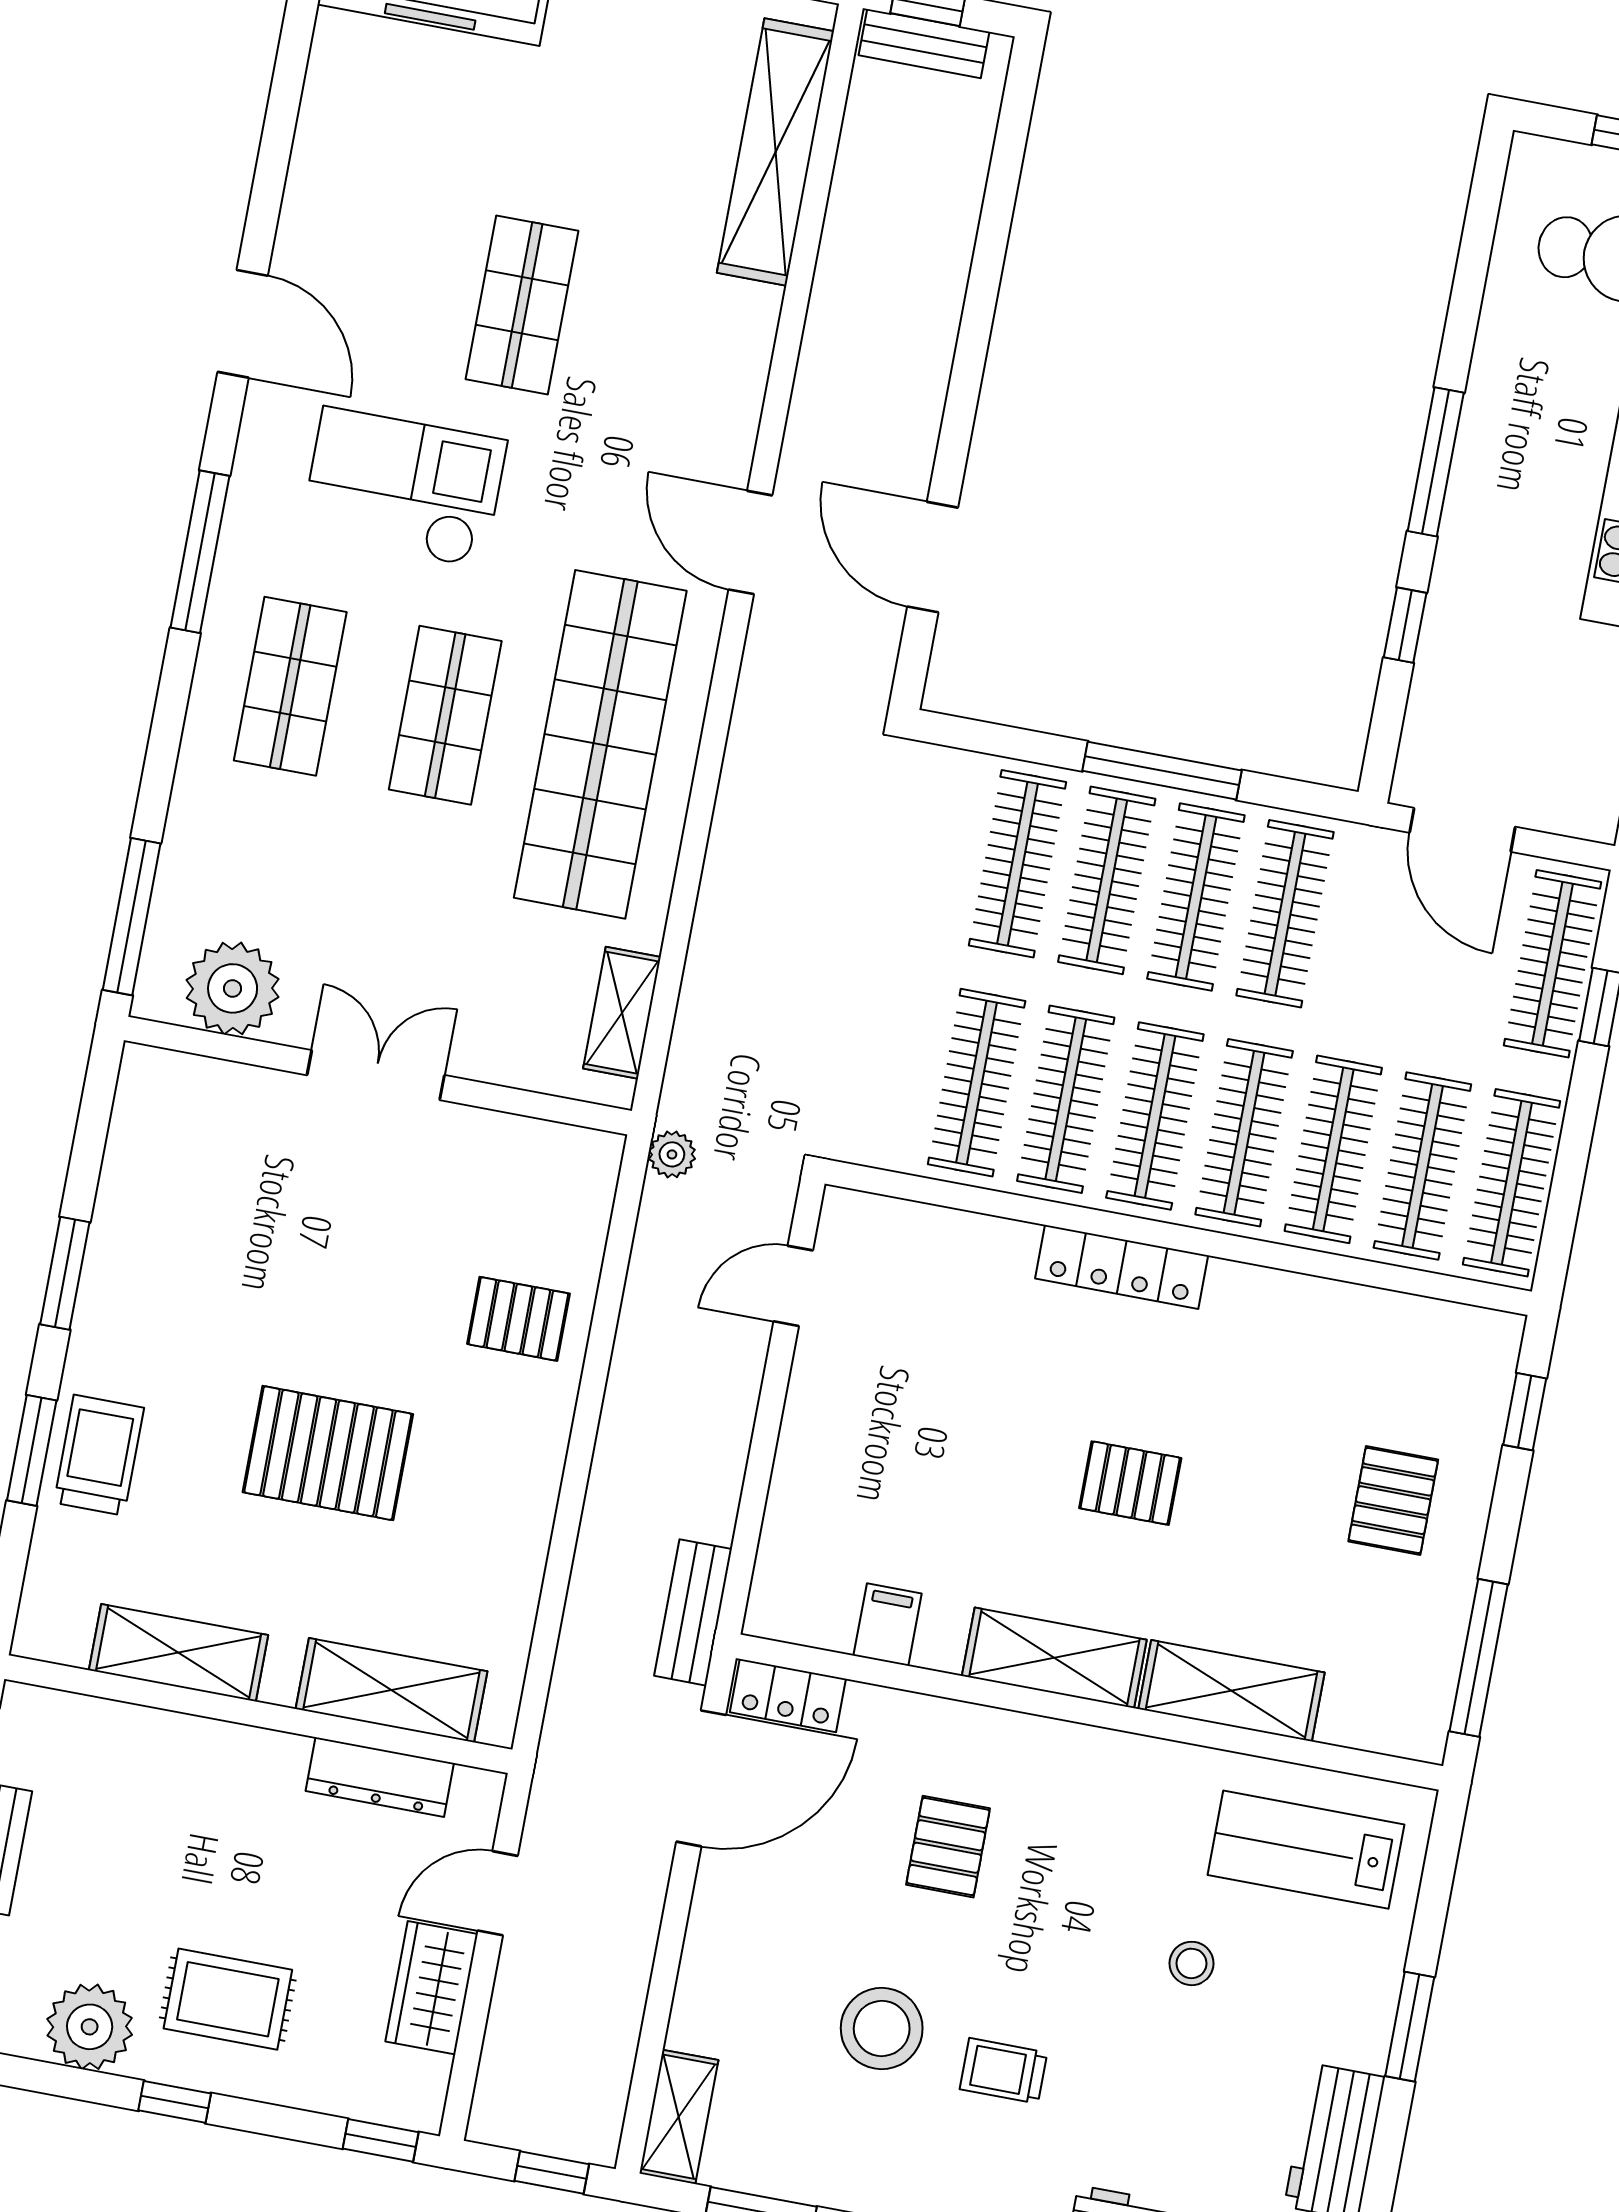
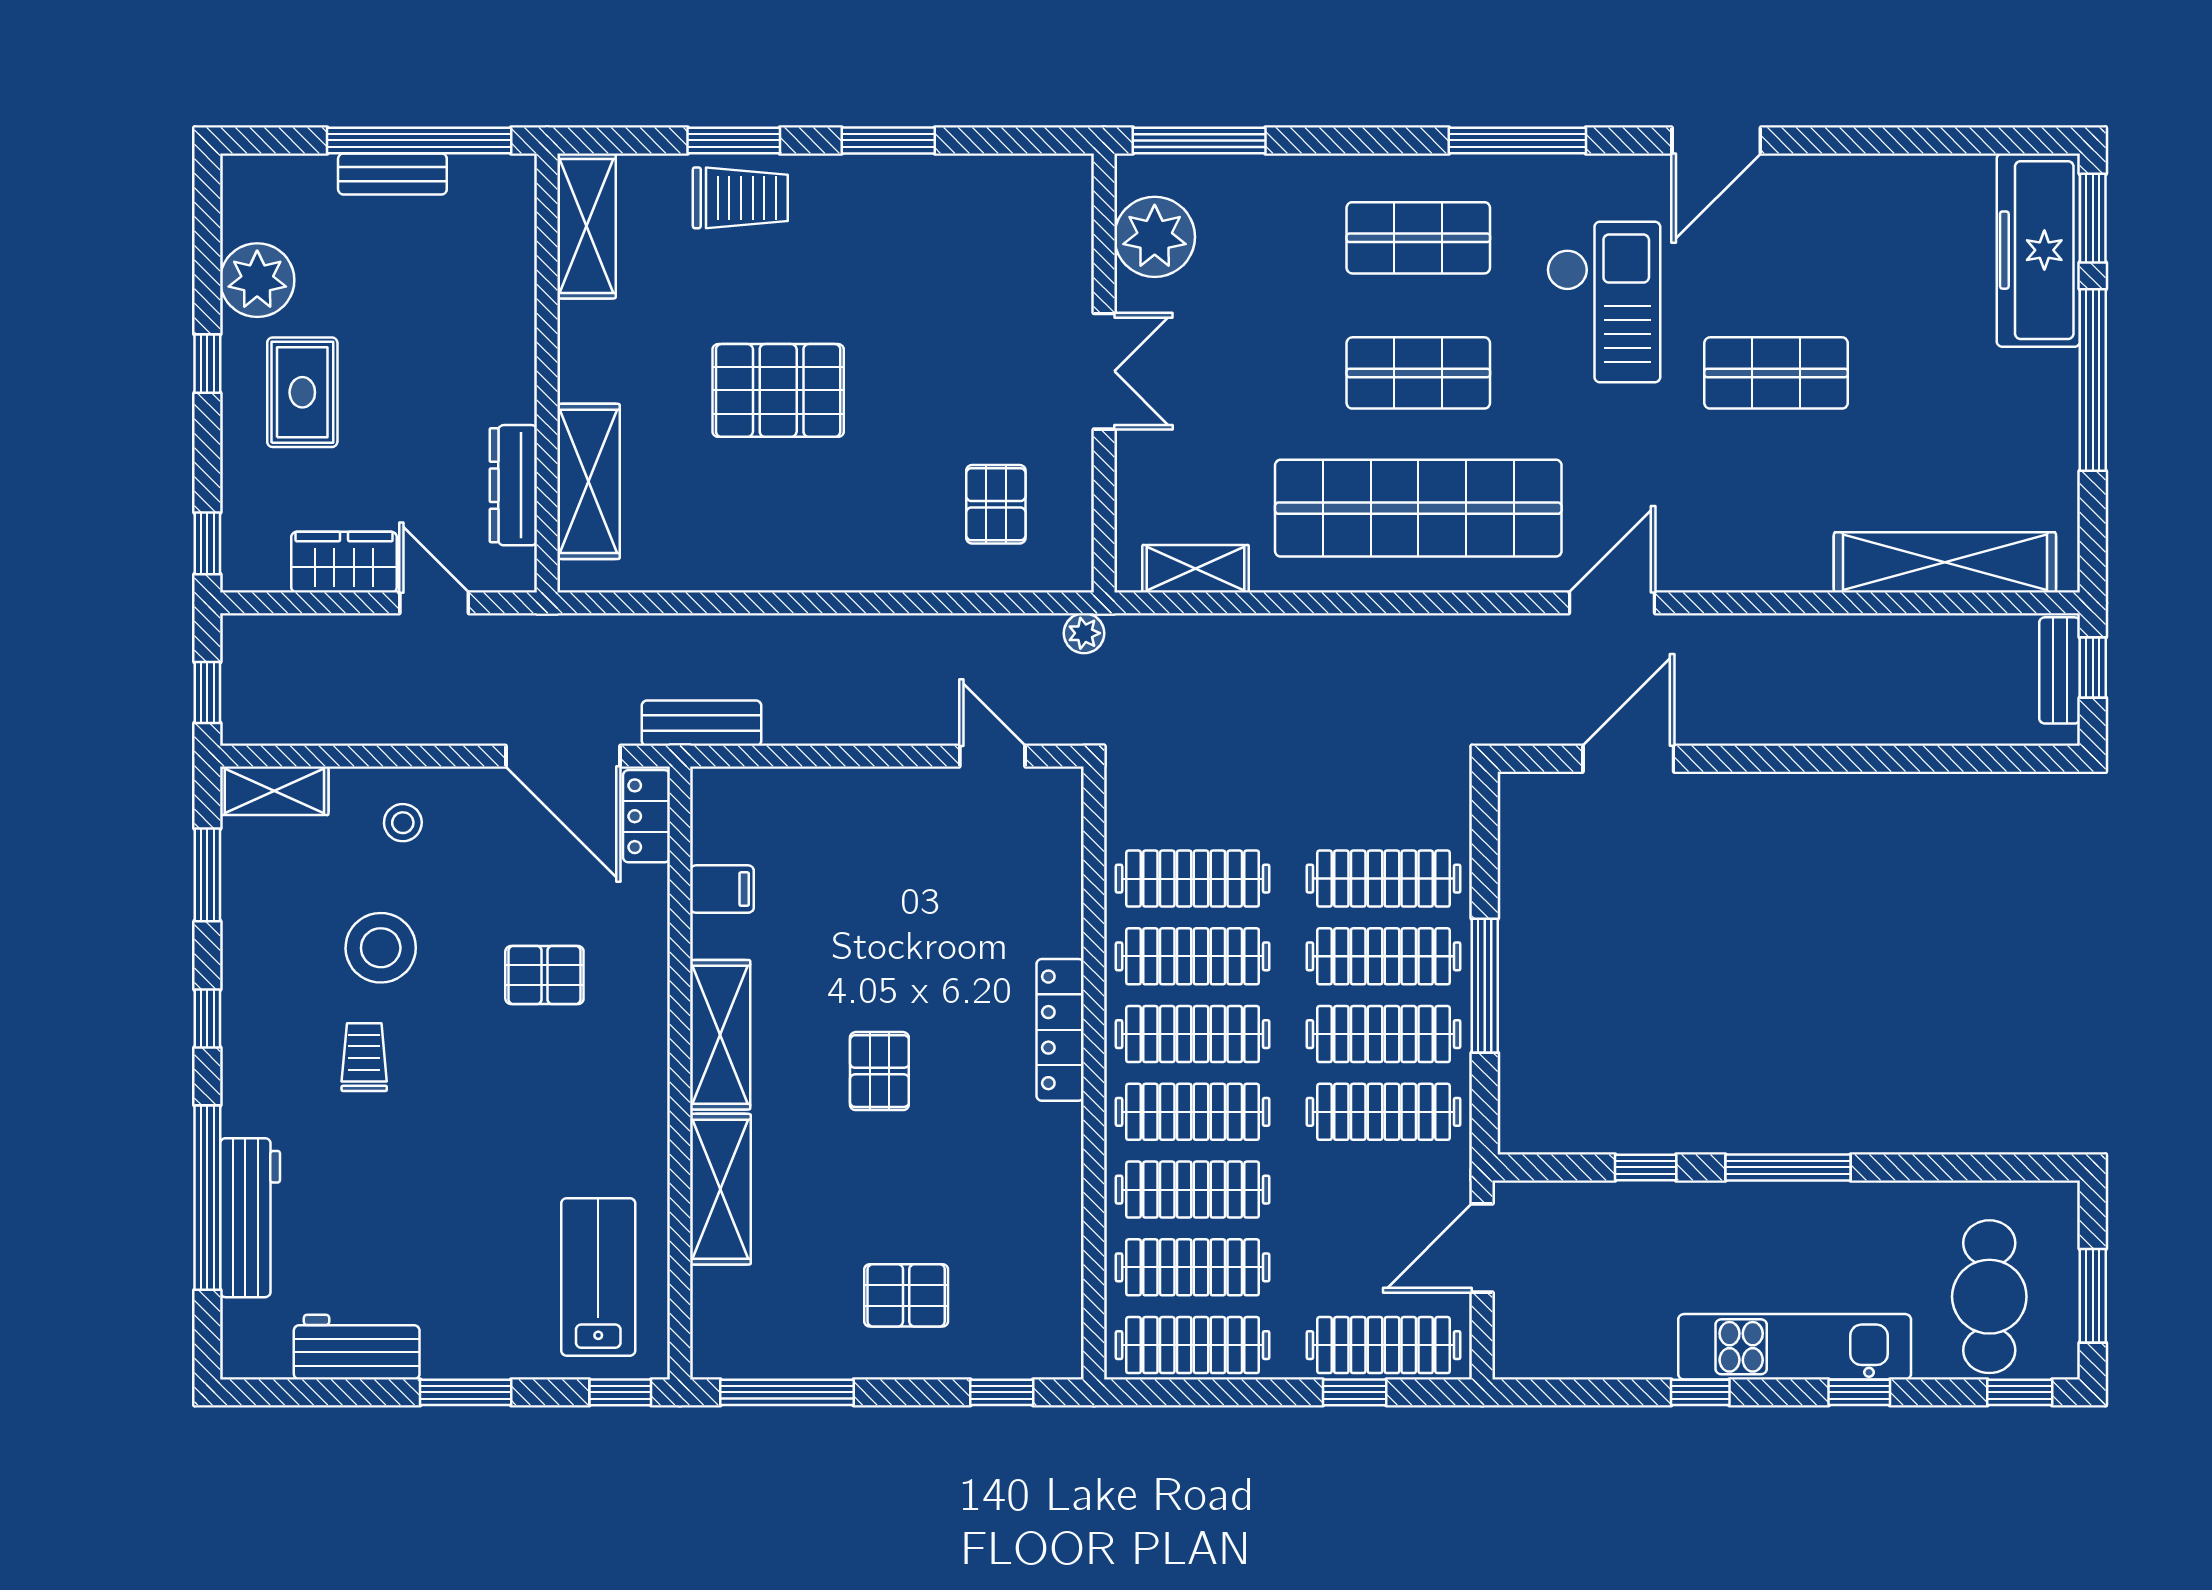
pallet: (518, 1319) -> (996, 504), moved
pallet: (328, 1453) -> (778, 390), turned 90
shelving: (179, 1653) -> (586, 226), moved
window: (1443, 1849) -> (620, 1392), added
stool: (1191, 1963) -> (403, 823), moved

